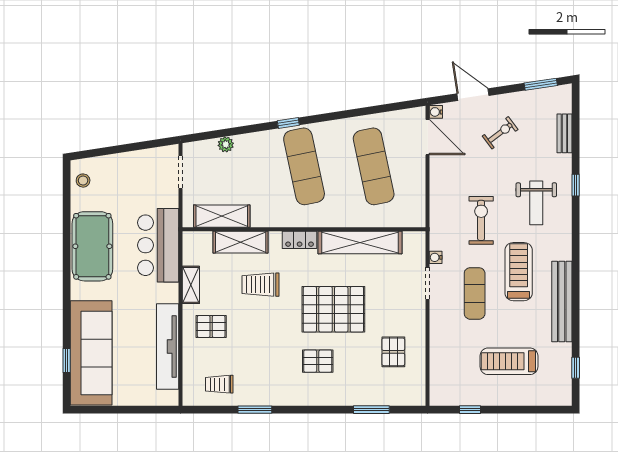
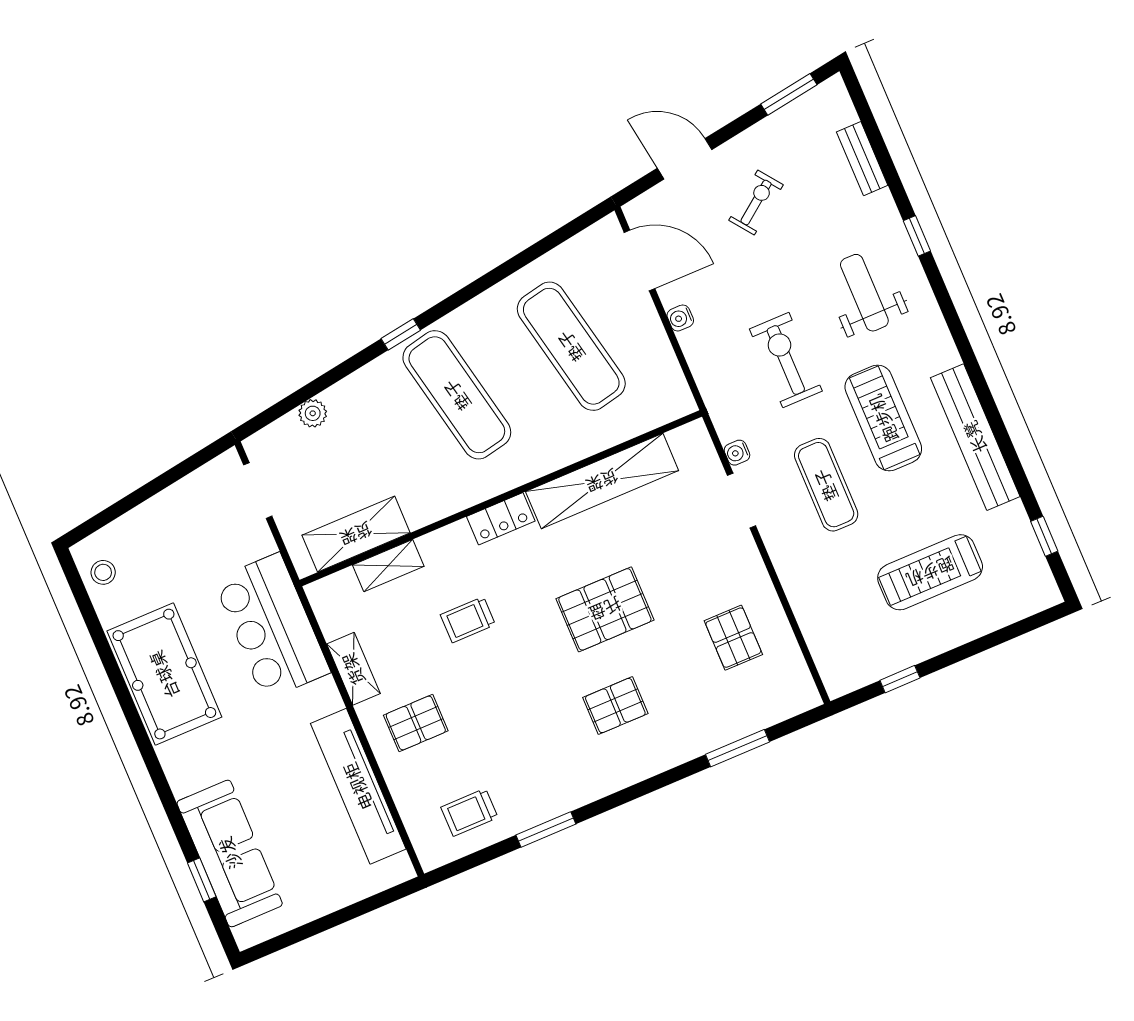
water cooler: (436, 112) -> (680, 318), moved
weight bench: (536, 203) -> (864, 293), turned 180
shelving: (241, 242) -> (388, 566), width x0.67, depth x0.75
trolley: (261, 285) -> (468, 620), width x0.73, depth x0.72
pallet: (333, 309) -> (605, 609), width x0.73, depth x0.71
sofa: (91, 353) -> (230, 853), width x0.74, depth x0.79

